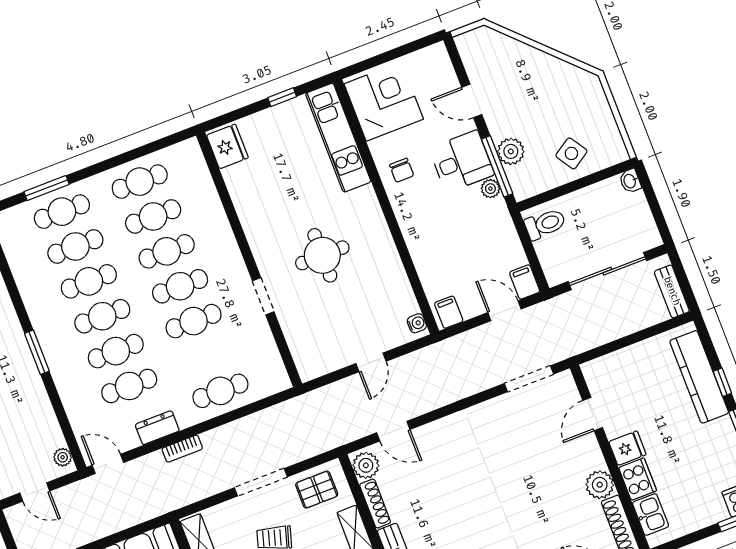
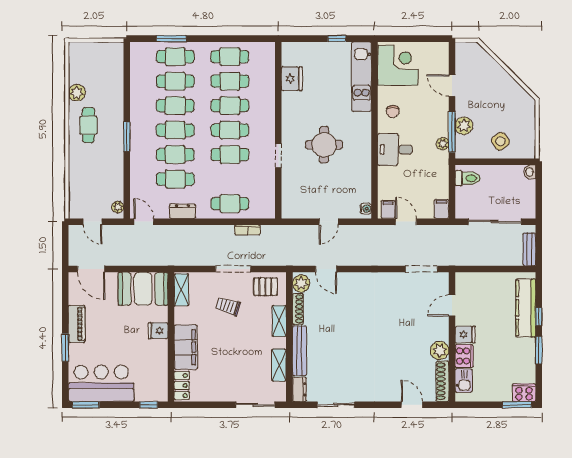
fridge: (227, 146) -> (292, 79), moved
desk: (462, 161) -> (395, 150), moved, turned 180
door: (504, 311) -> (406, 222), moved
bookcase: (182, 449) -> (247, 230), moved

